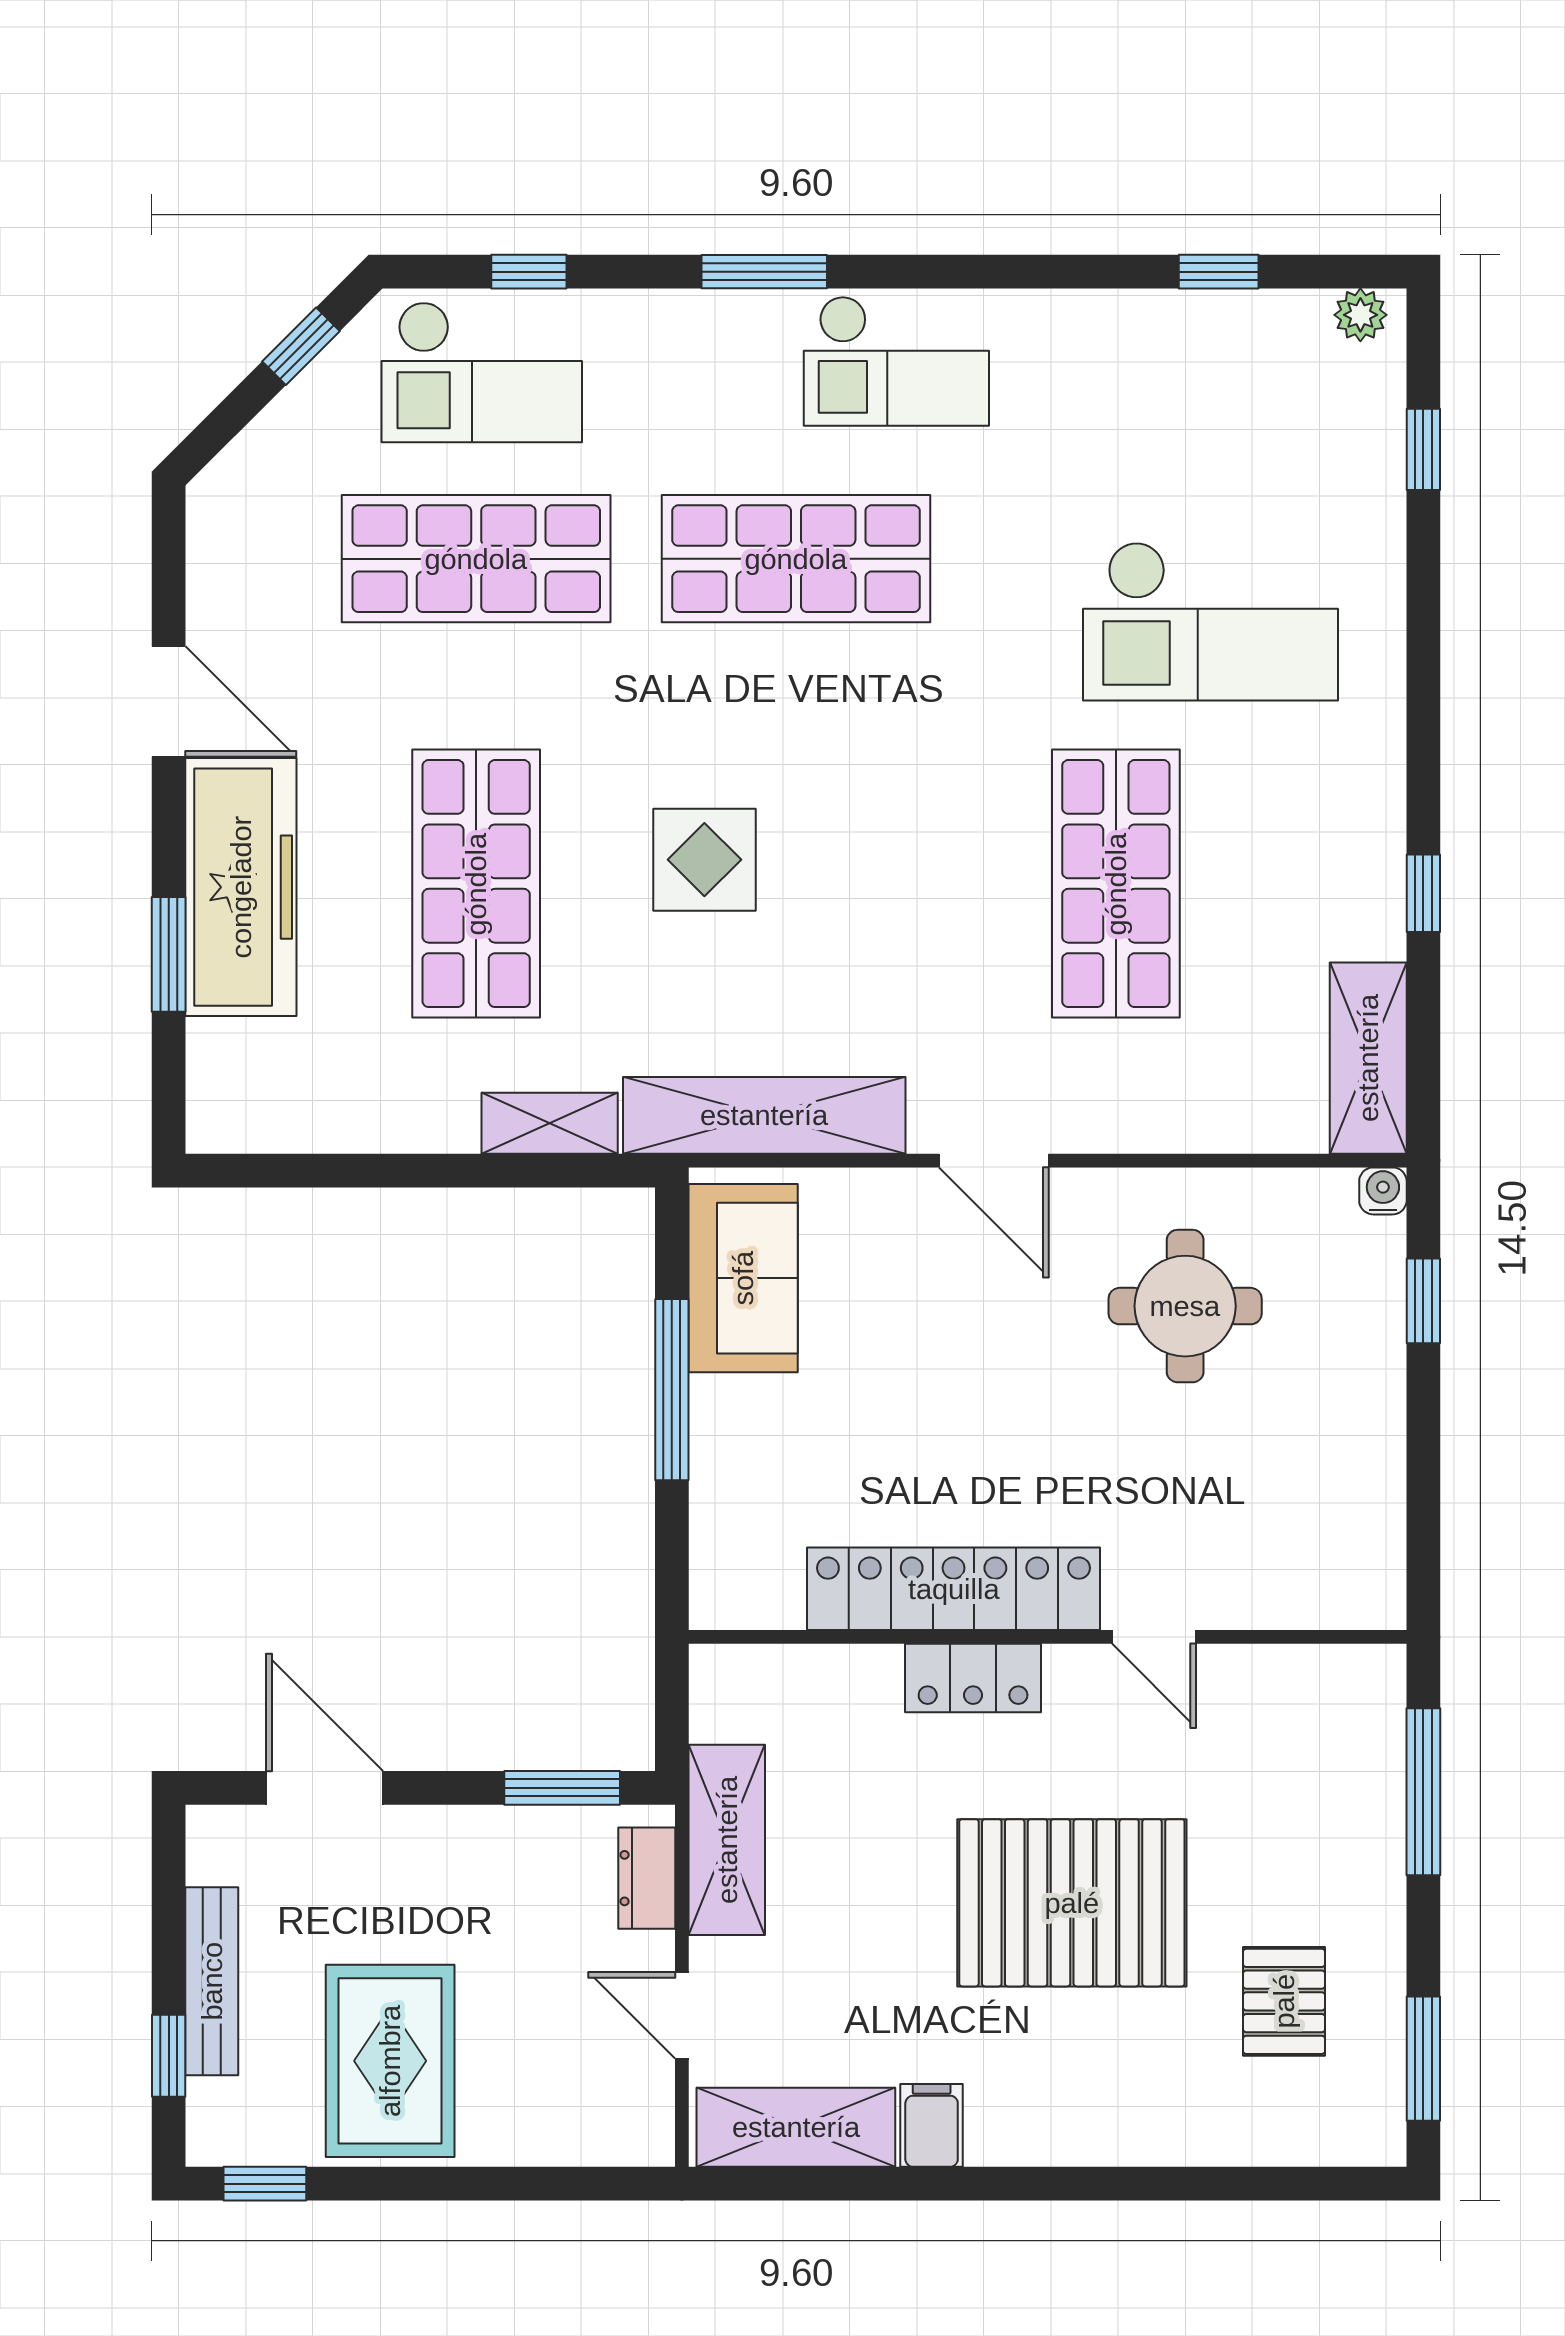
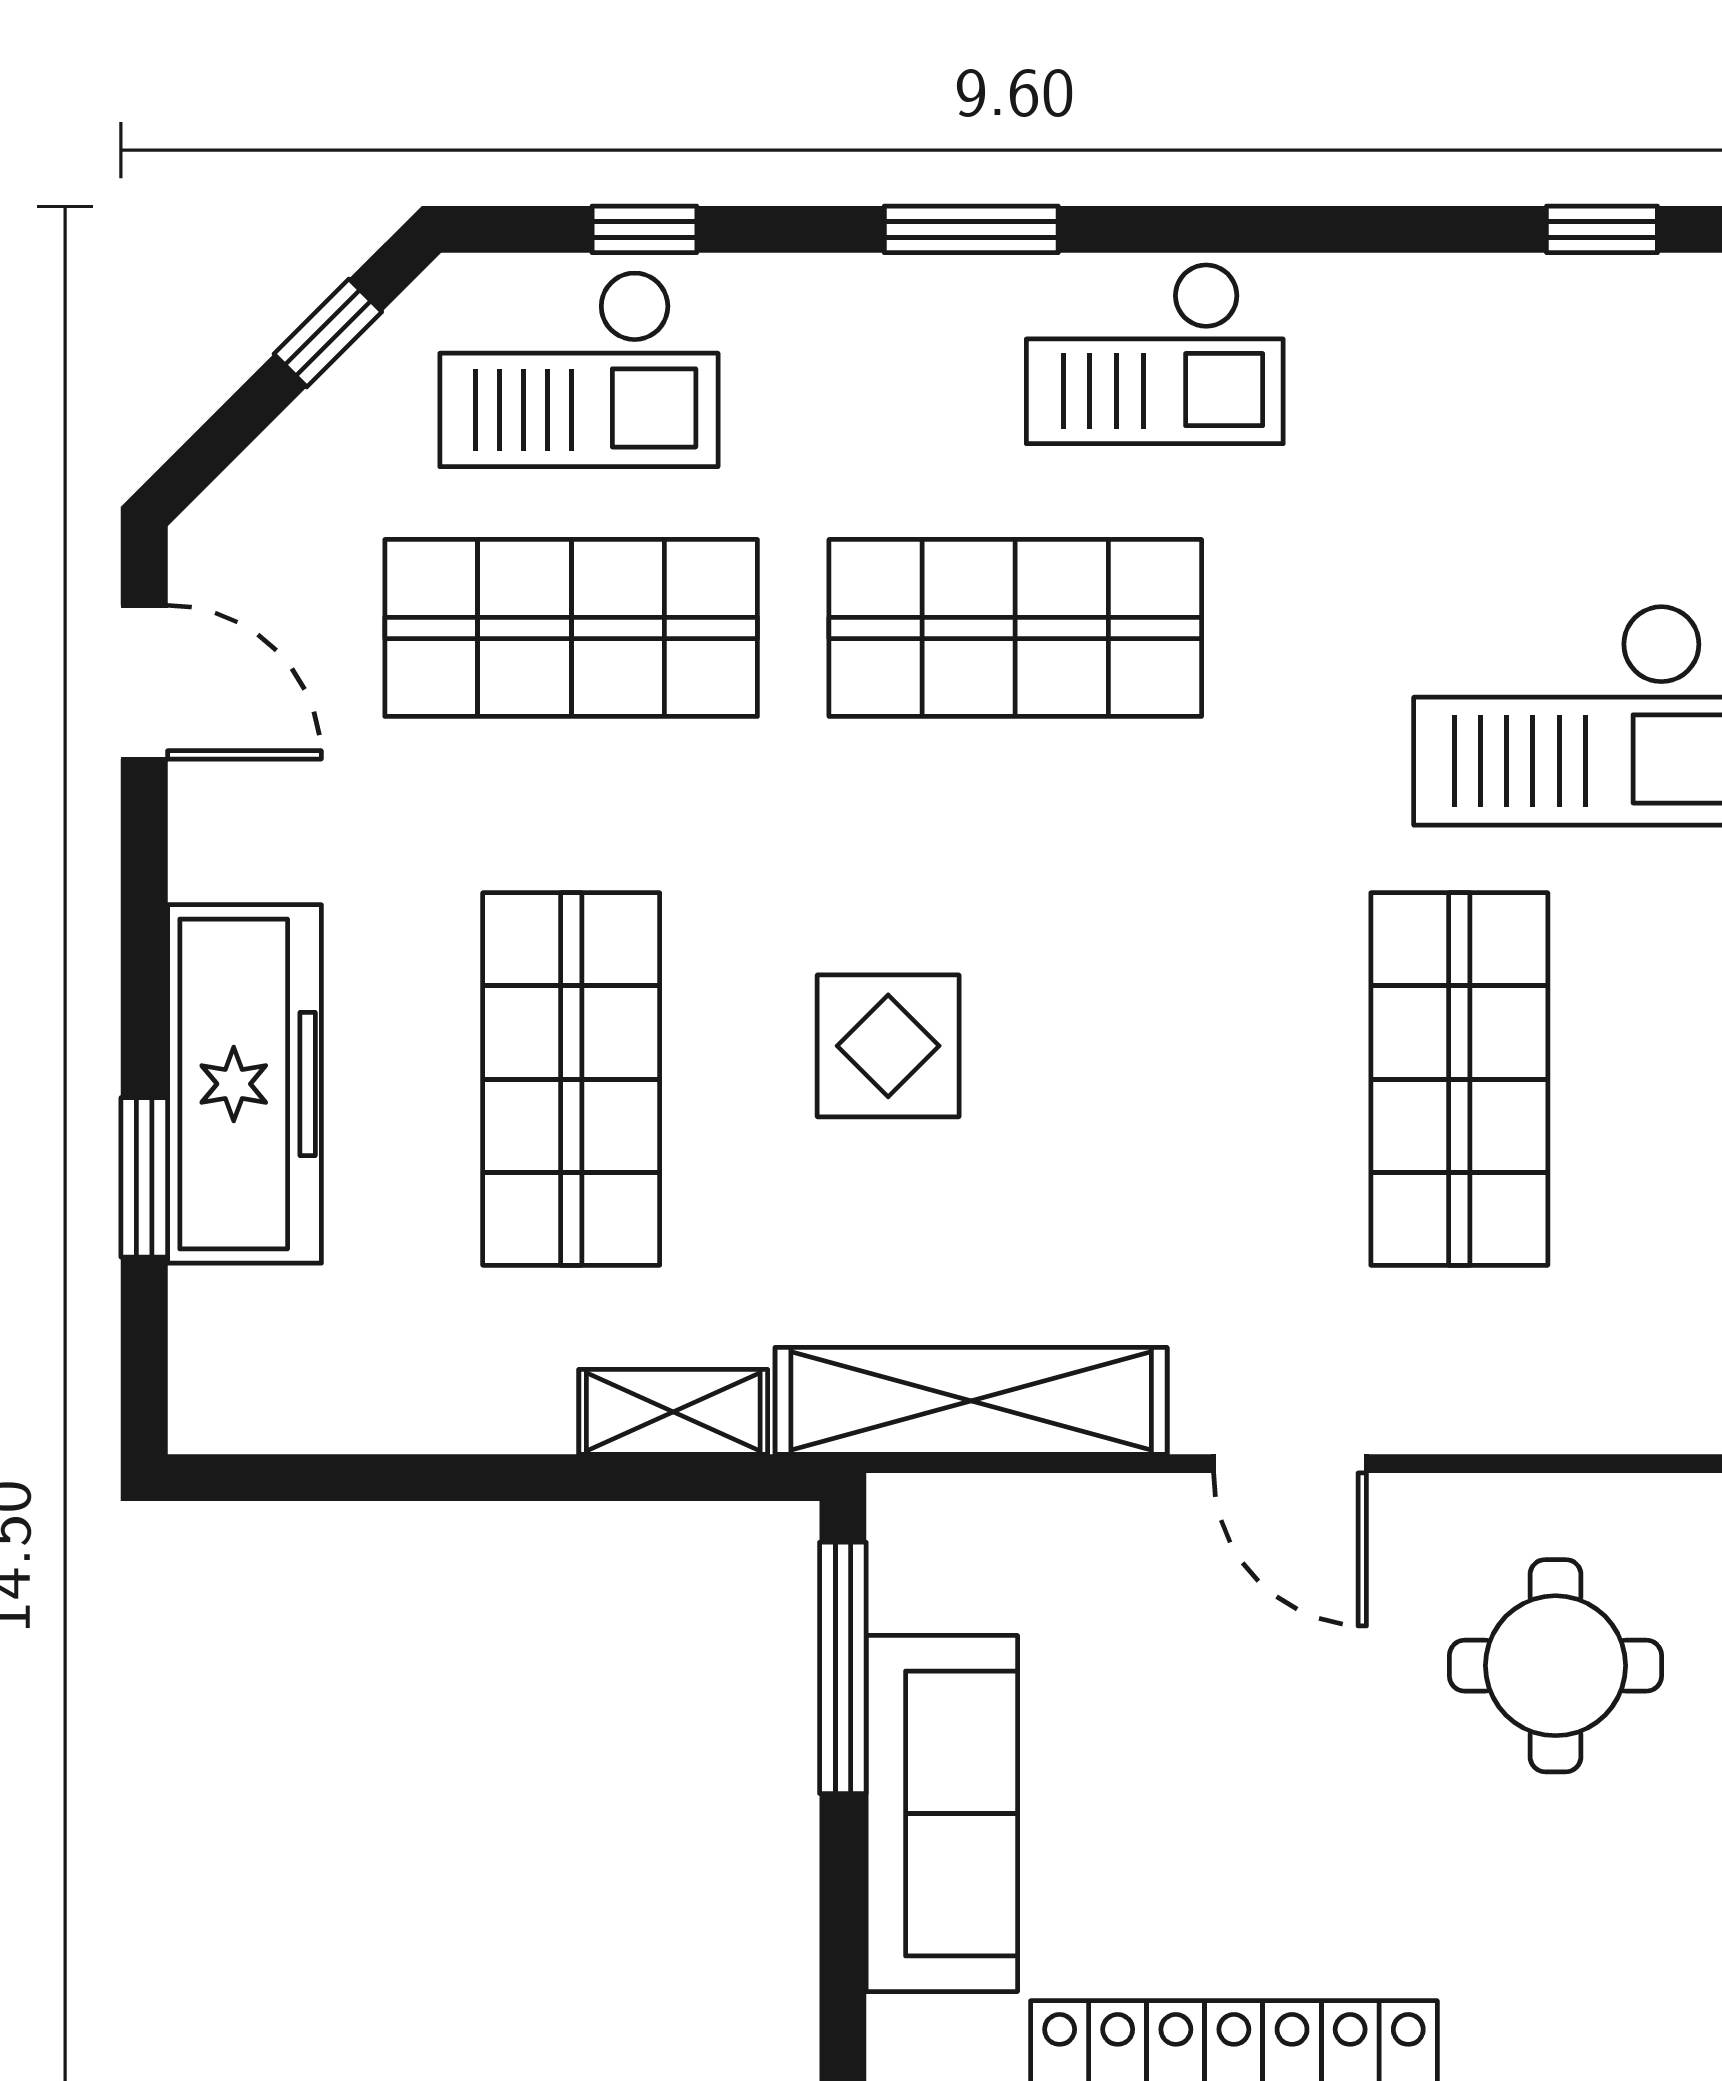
door: (169, 702) -> (144, 682), moved
sofa: (743, 1278) -> (942, 1813), moved, width x1.36
window: (672, 1390) -> (843, 1668), moved

